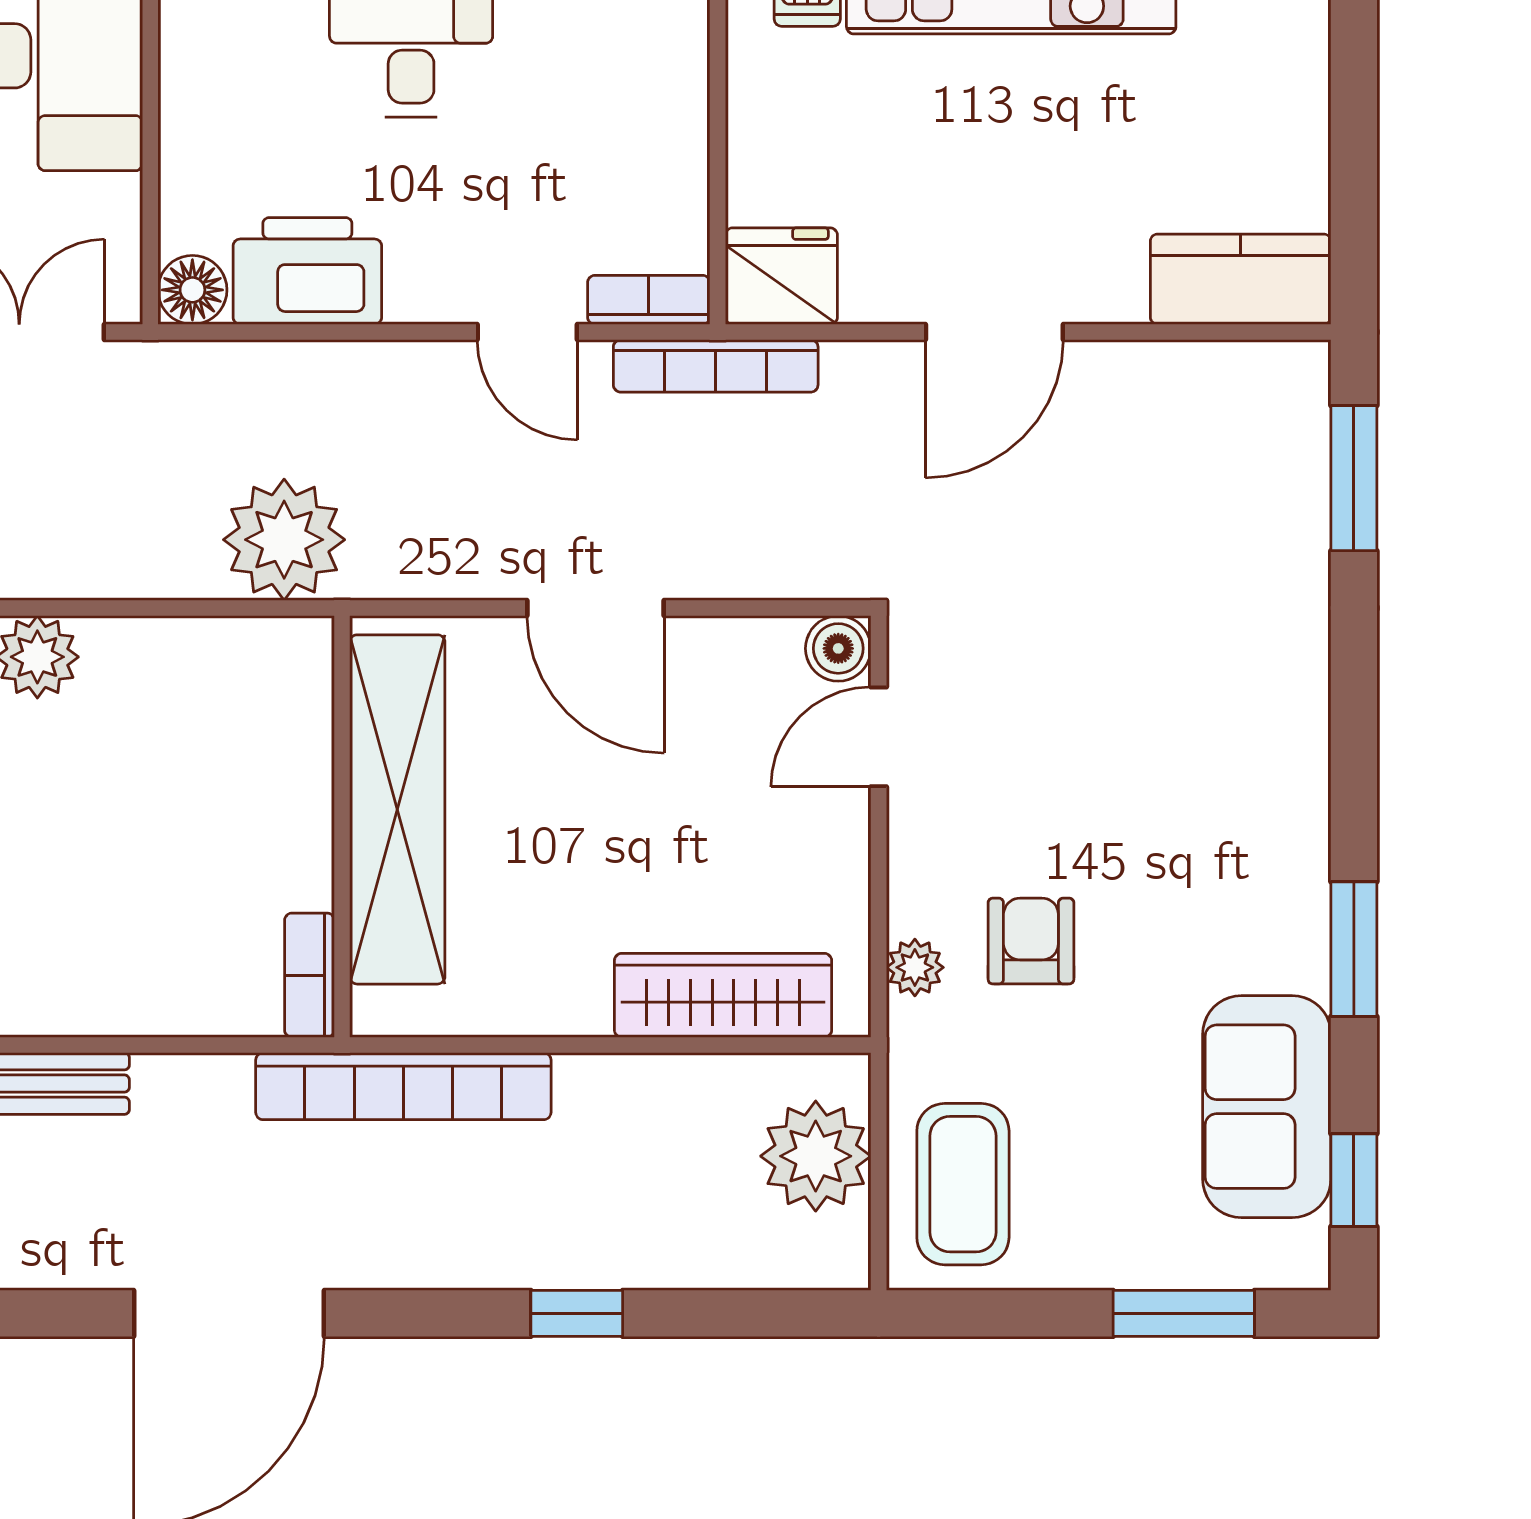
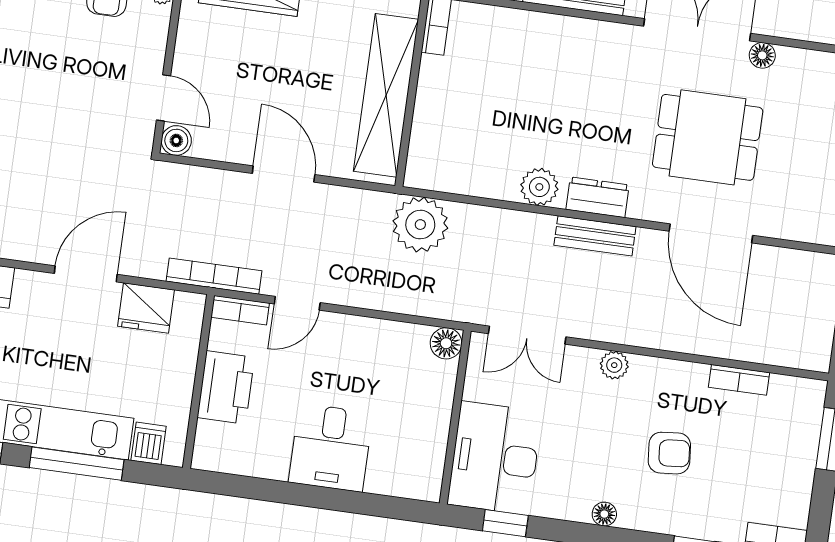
printer: (307, 271) -> (226, 387), moved, turned -90
fridge: (781, 276) -> (146, 308), moved
door: (527, 332) -> (297, 303), swing flipped
door: (879, 737) -> (164, 98), hinge flipped

